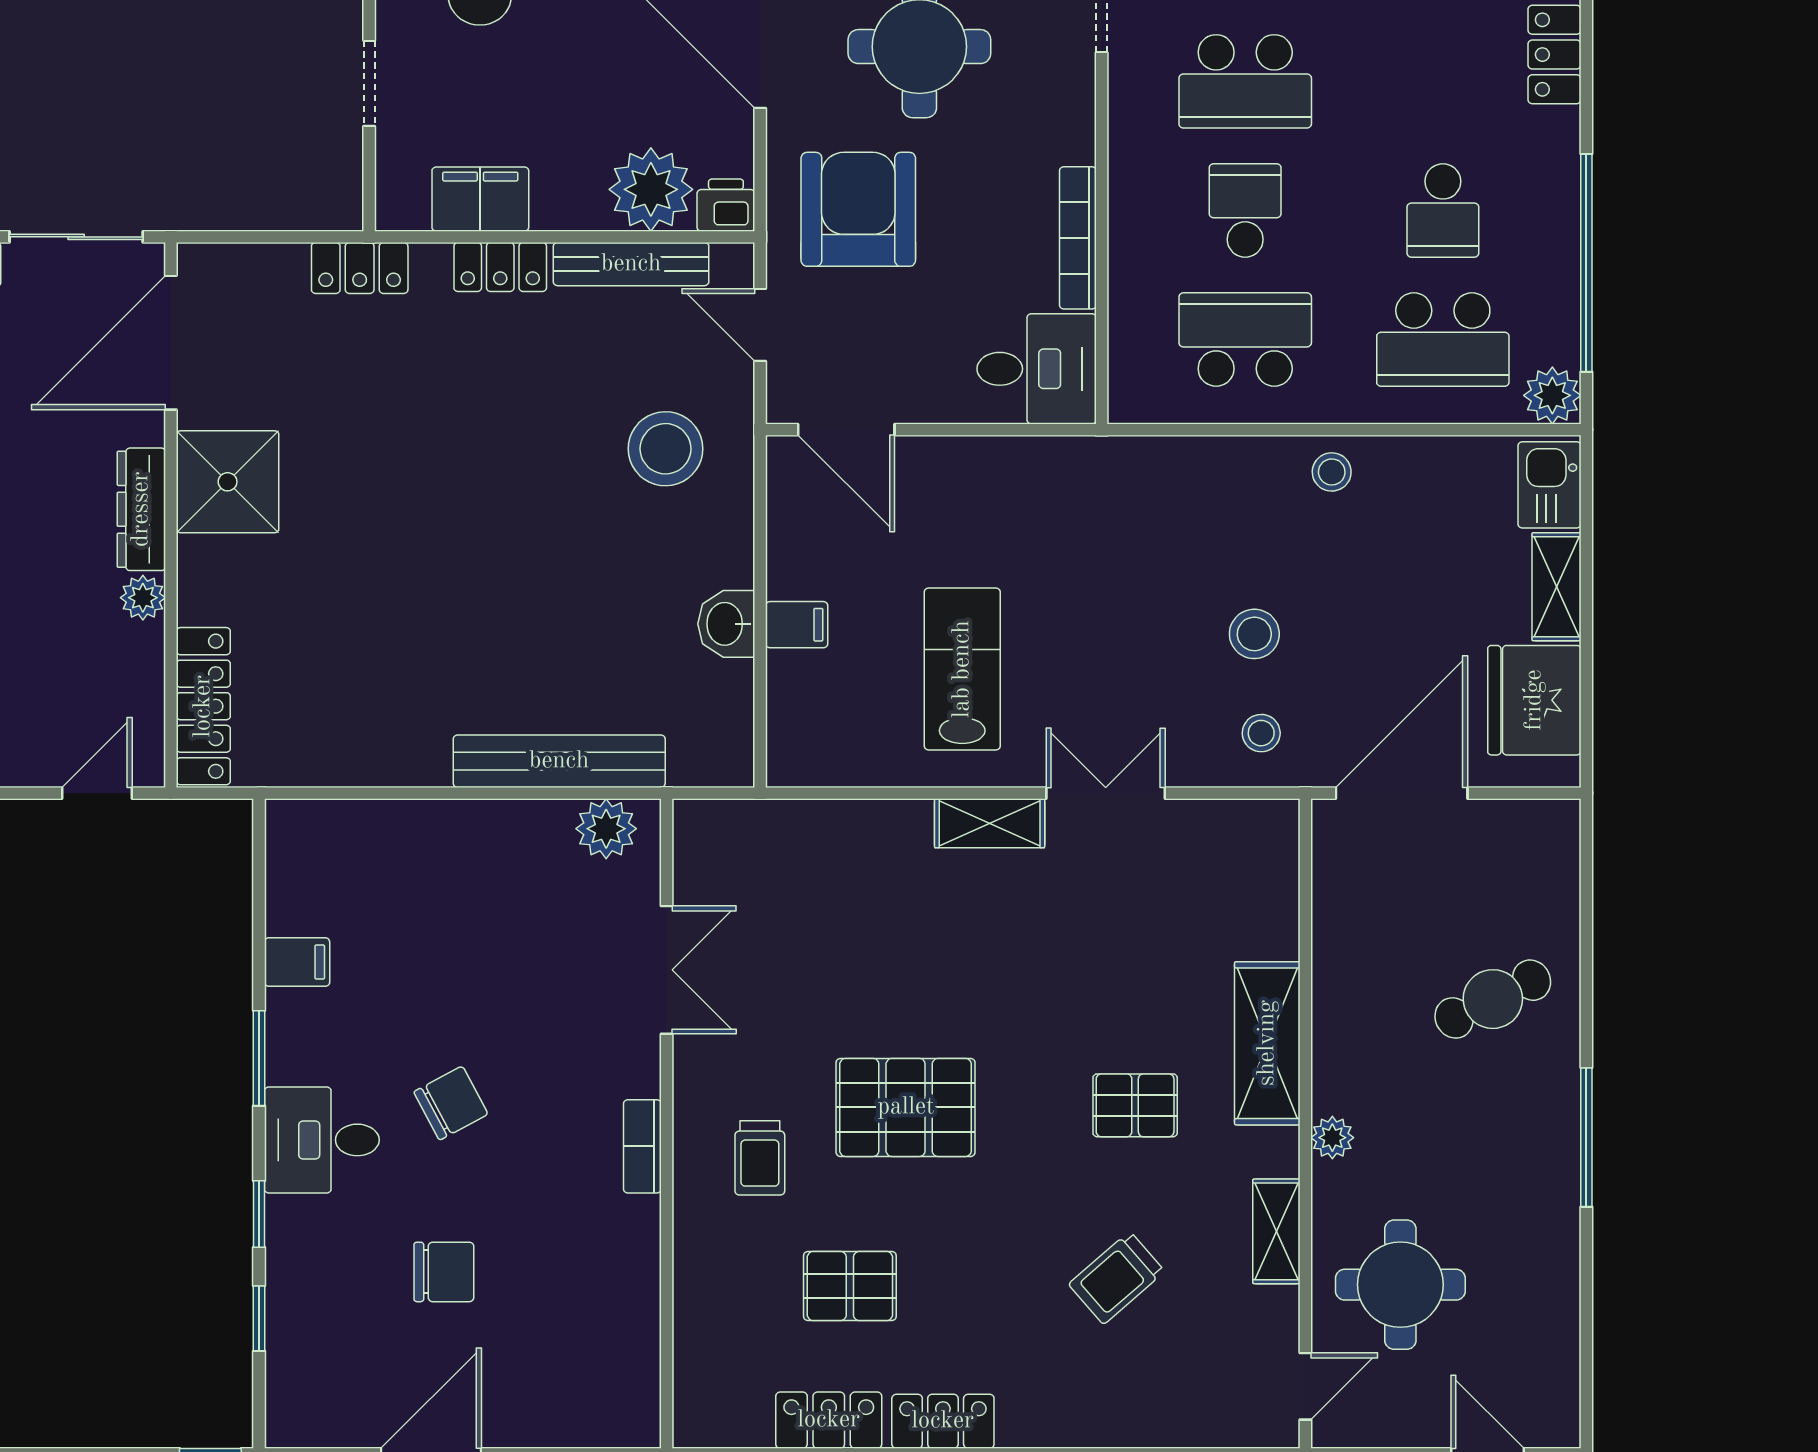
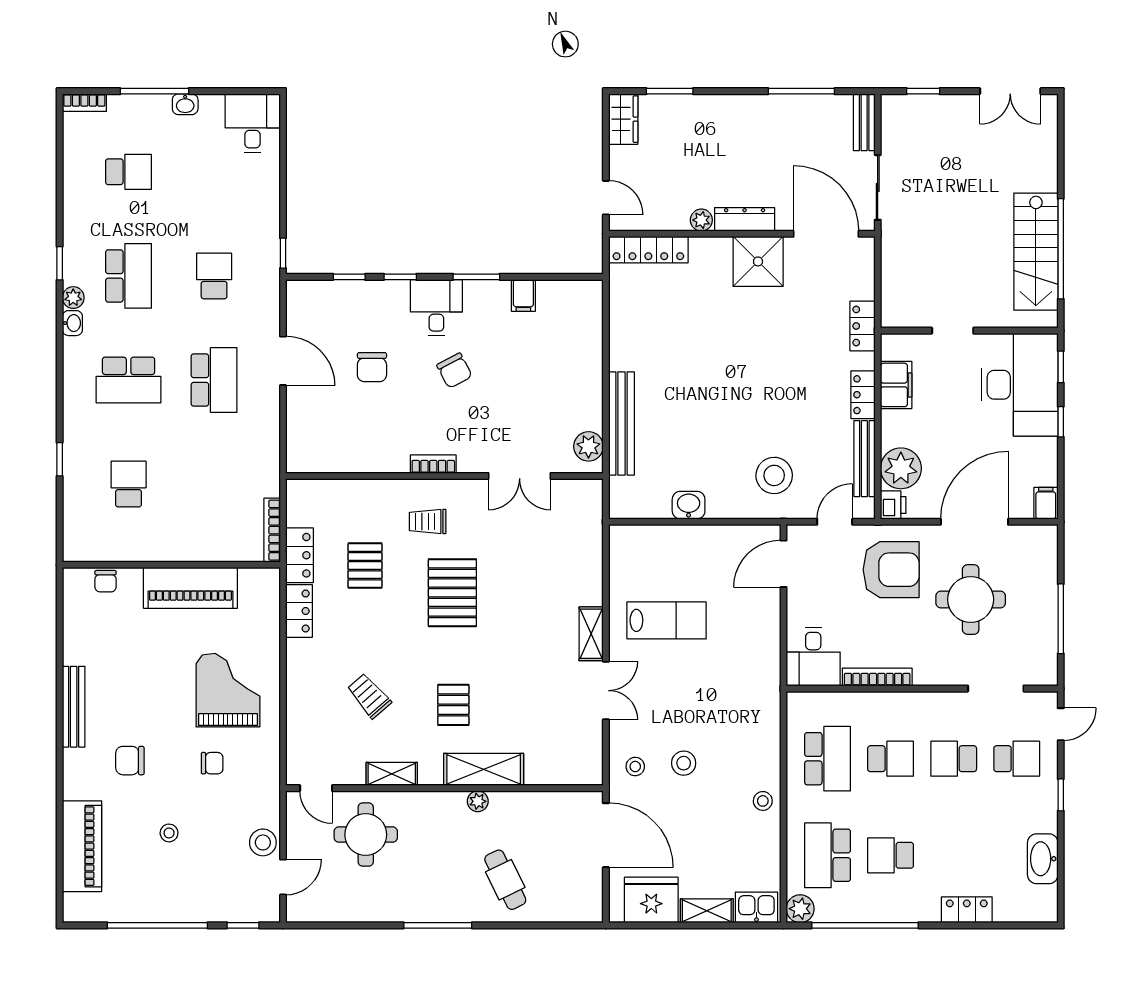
school desk: (1245, 81) -> (954, 759), width x0.54
filing cabinet: (797, 625) -> (688, 540), removed
plant: (1332, 1138) -> (478, 801), moved

